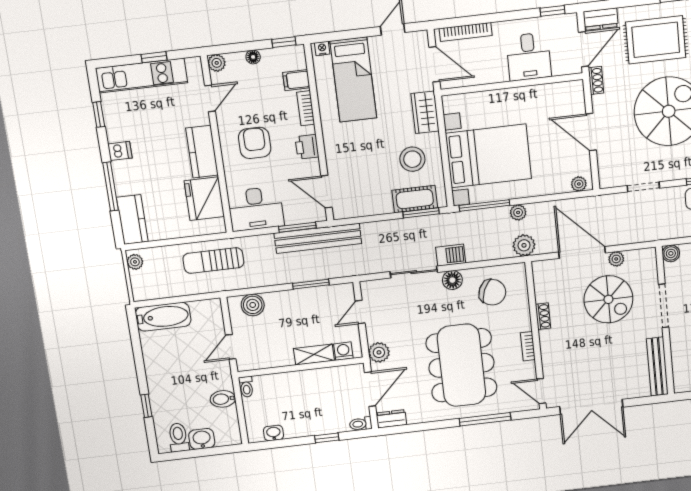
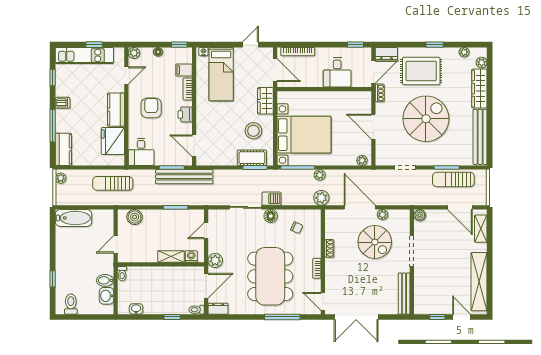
desk: (256, 209) -> (141, 152), width x0.73
chair: (492, 292) -> (297, 228), width x0.54, depth x0.54
washbasin: (202, 439) -> (107, 296), moved, turned -90

